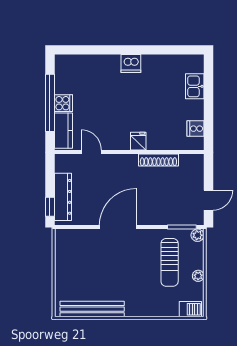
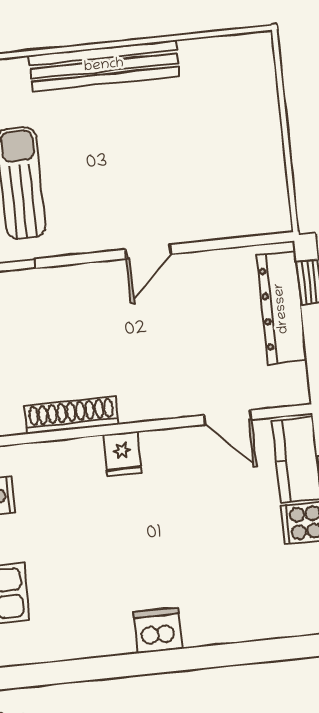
door: (118, 227) -> (148, 252), width x0.53
bench: (92, 309) -> (104, 66), moved

